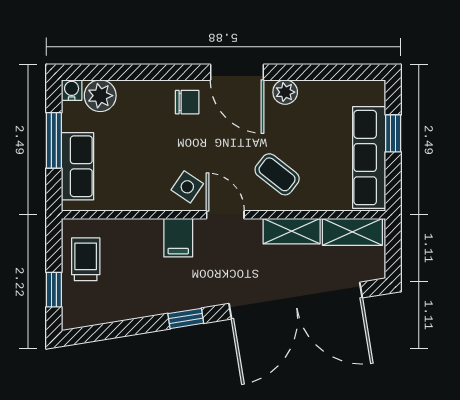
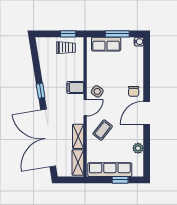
plant: (285, 92) -> (138, 148), moved
plant: (100, 96) -> (136, 54), removed
window: (54, 290) -> (68, 34), moved

